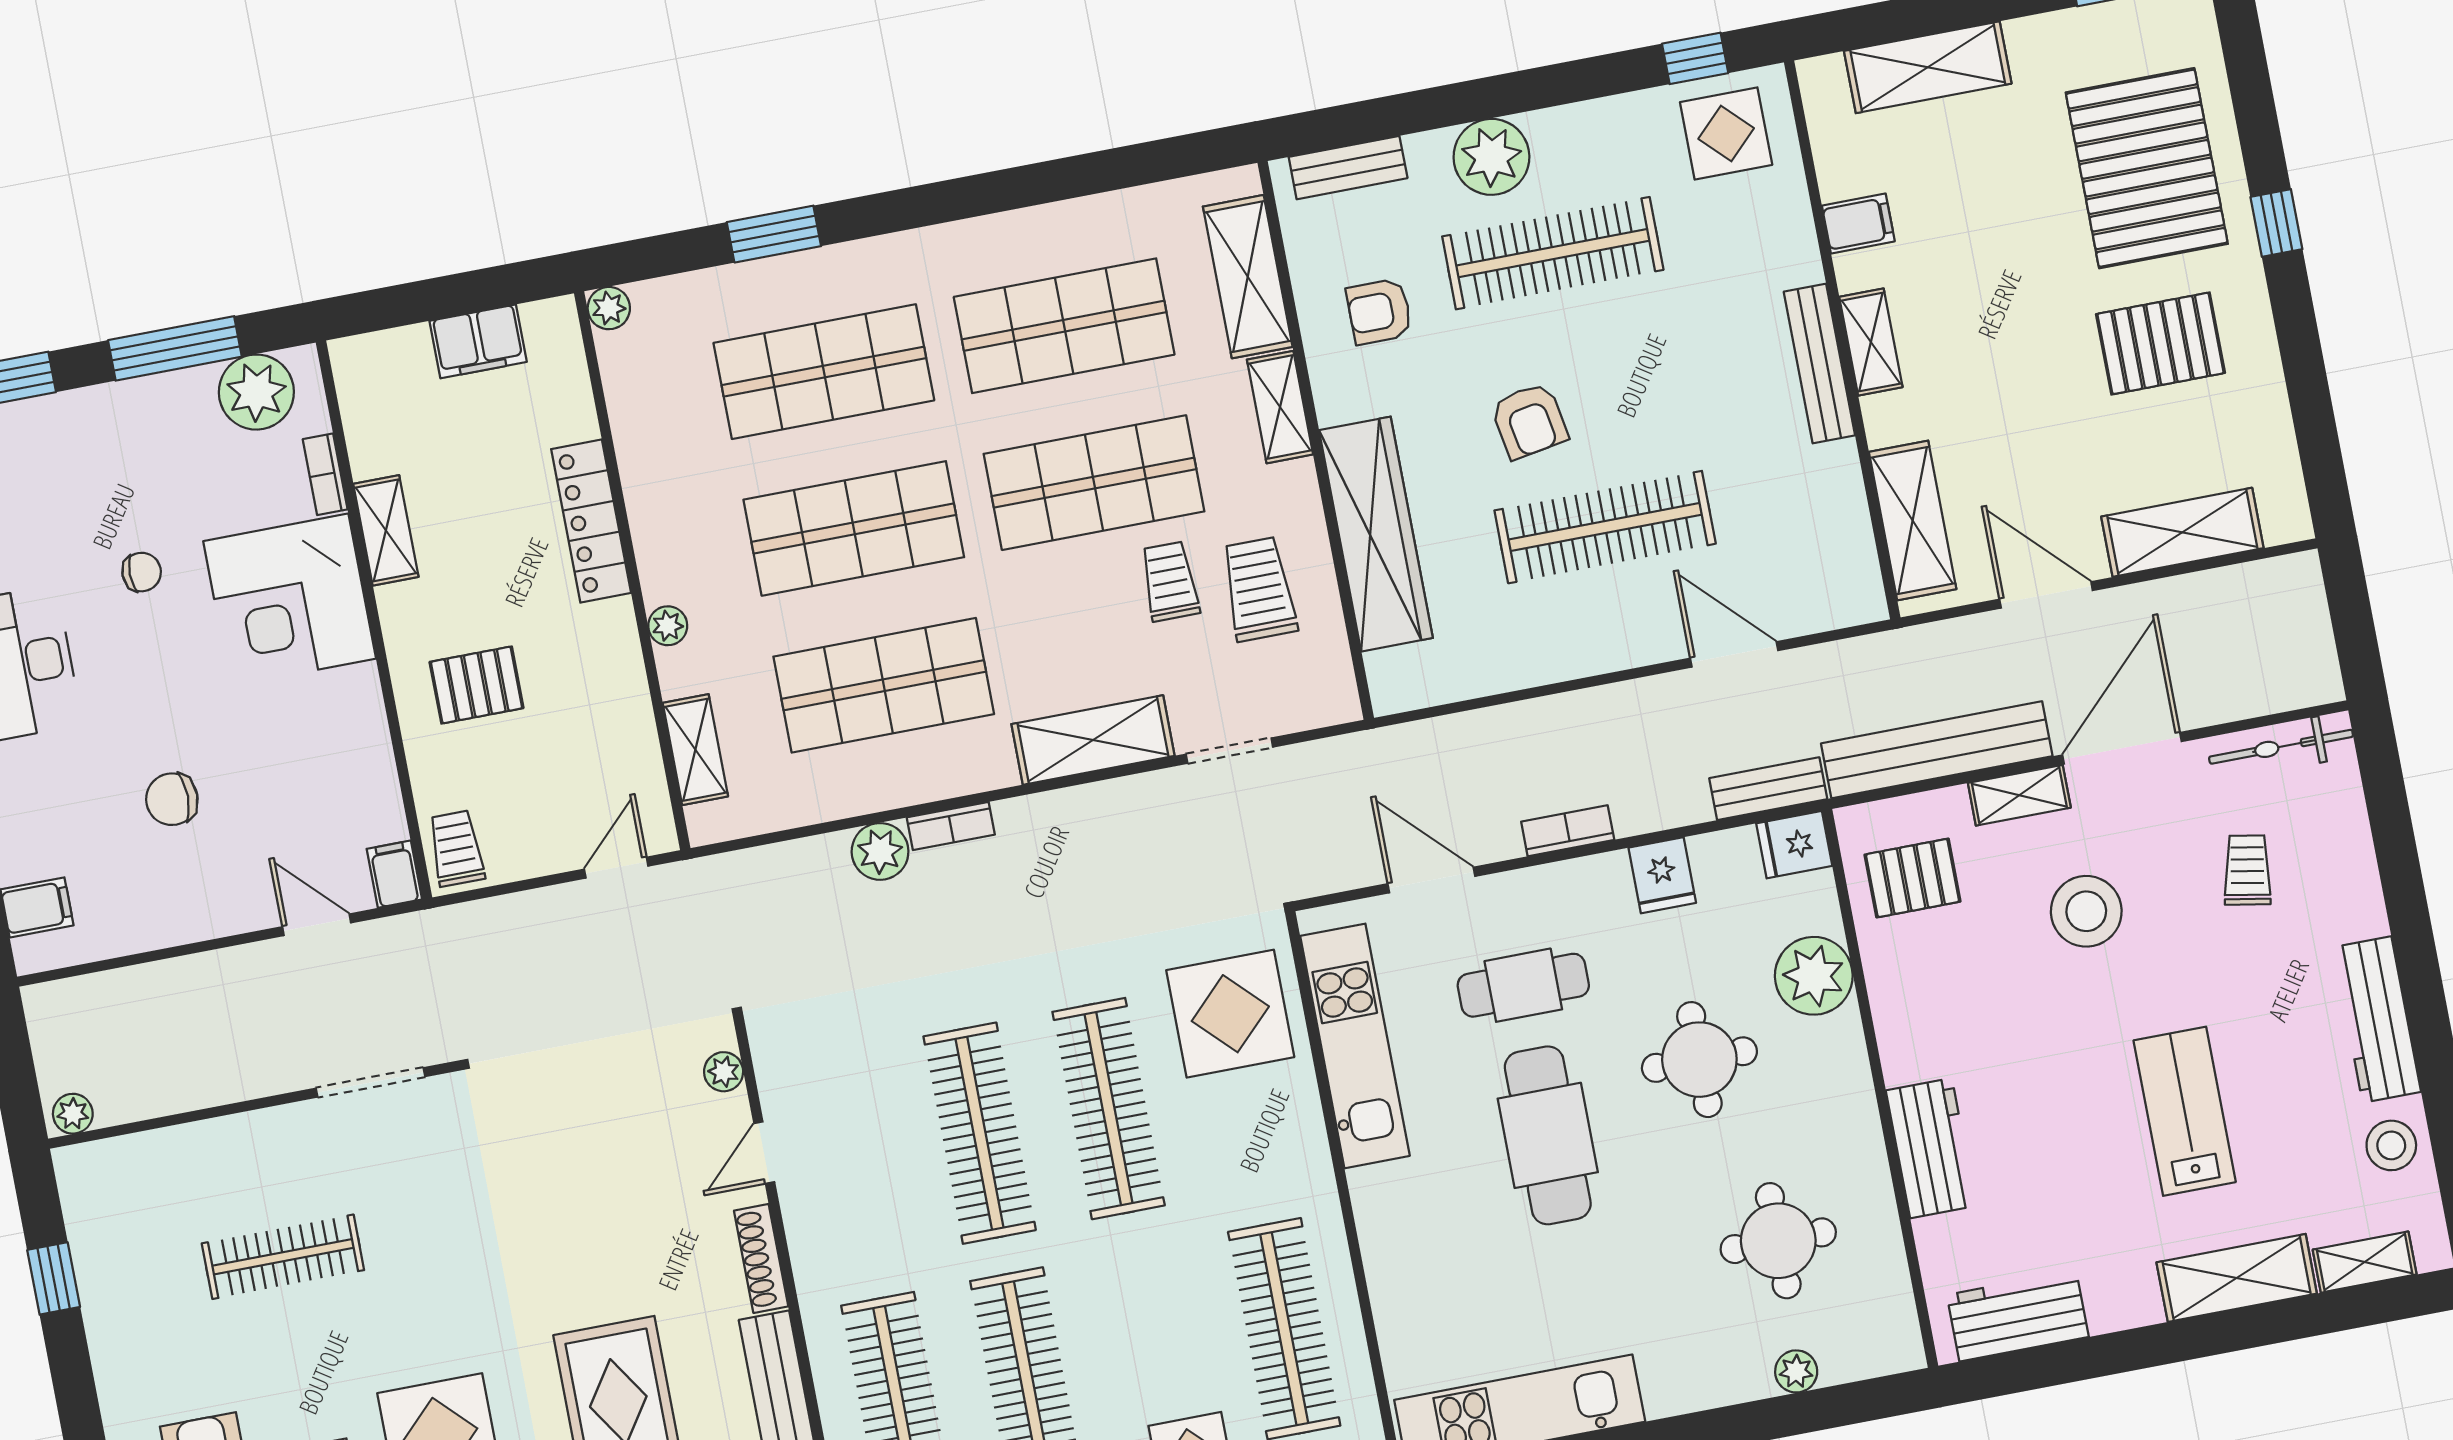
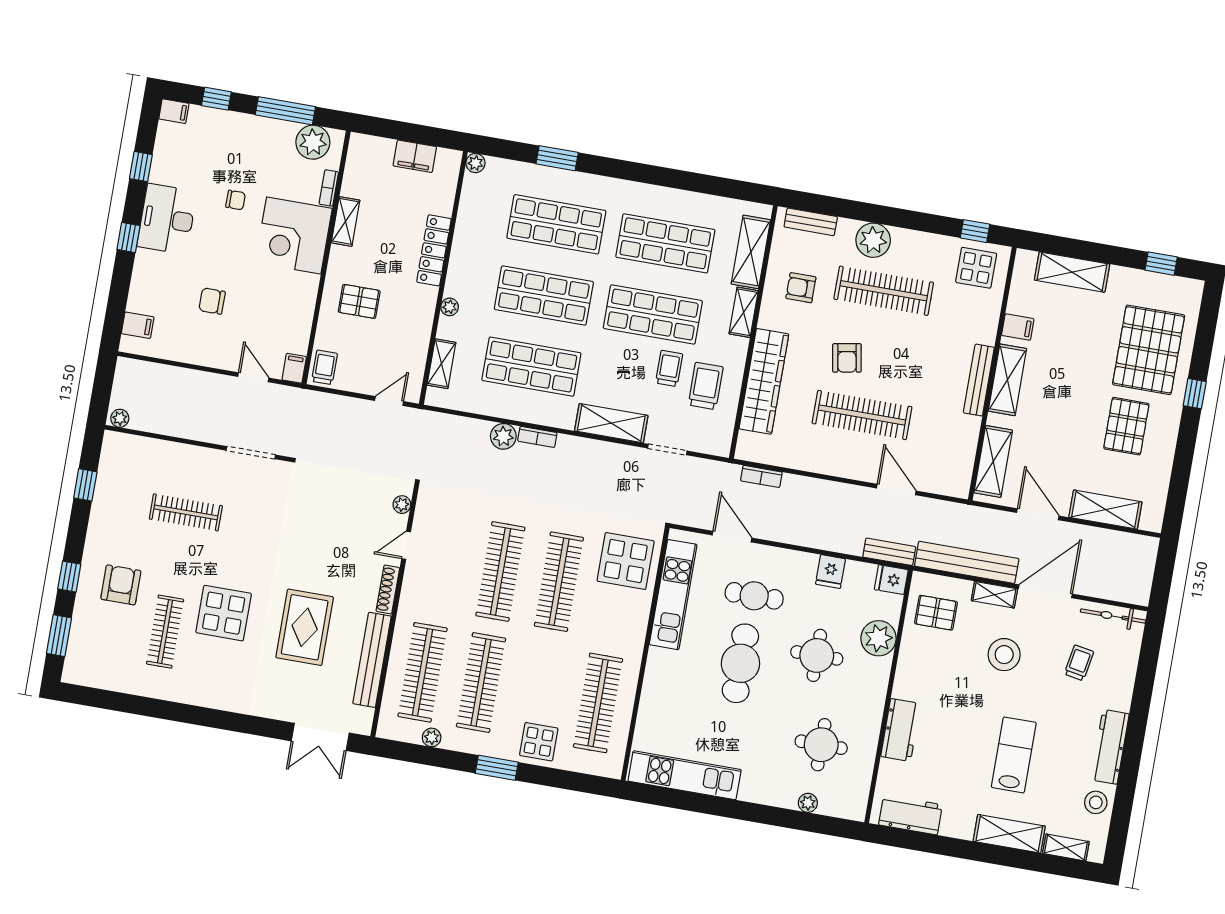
shelving: (1871, 342) -> (1007, 380), width x1.50, depth x1.33
pallet: (2161, 343) -> (1126, 426), turned 90
bookcase: (1568, 831) -> (761, 476), moved, turned 180

